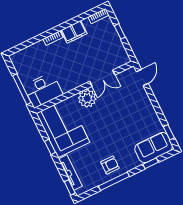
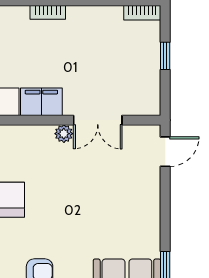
filing cabinet: (74, 32) -> (41, 102), moved, turned 180
plant: (87, 98) -> (64, 134), width x0.53, depth x0.53

